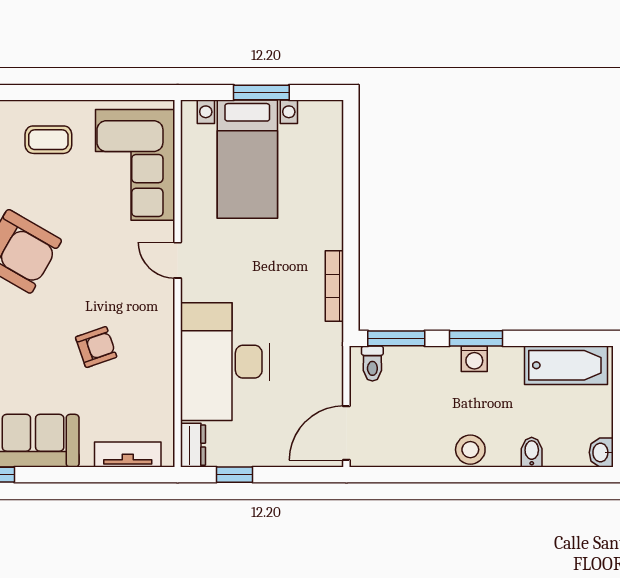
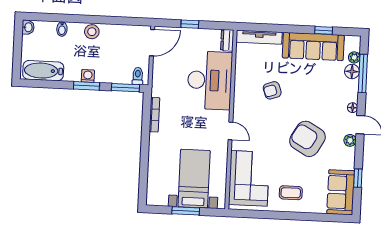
tv unit: (128, 455) -> (259, 37), width x1.41
window: (234, 475) -> (190, 24), moved

